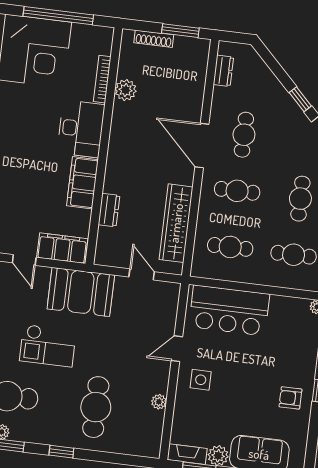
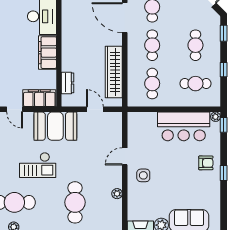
cafe table: (237, 191) -> (152, 45), turned 90
dresser: (109, 210) -> (68, 83), moved
cafe table: (230, 247) -> (152, 84), turned 90
bar counter: (229, 310) -> (184, 126), moved
armchair: (290, 398) -> (206, 163), moved, turned 180

